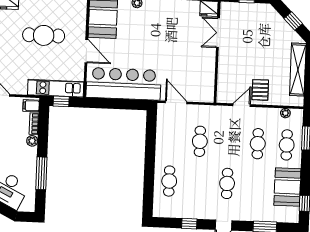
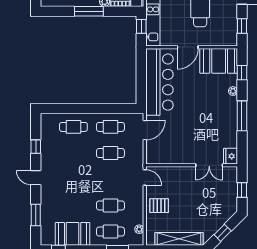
double door: (218, 33) -> (209, 165), swing flipped
door: (242, 105) -> (145, 178), moved
window: (41, 173) -> (89, 11), moved
cafe table: (227, 183) -> (110, 127), moved

